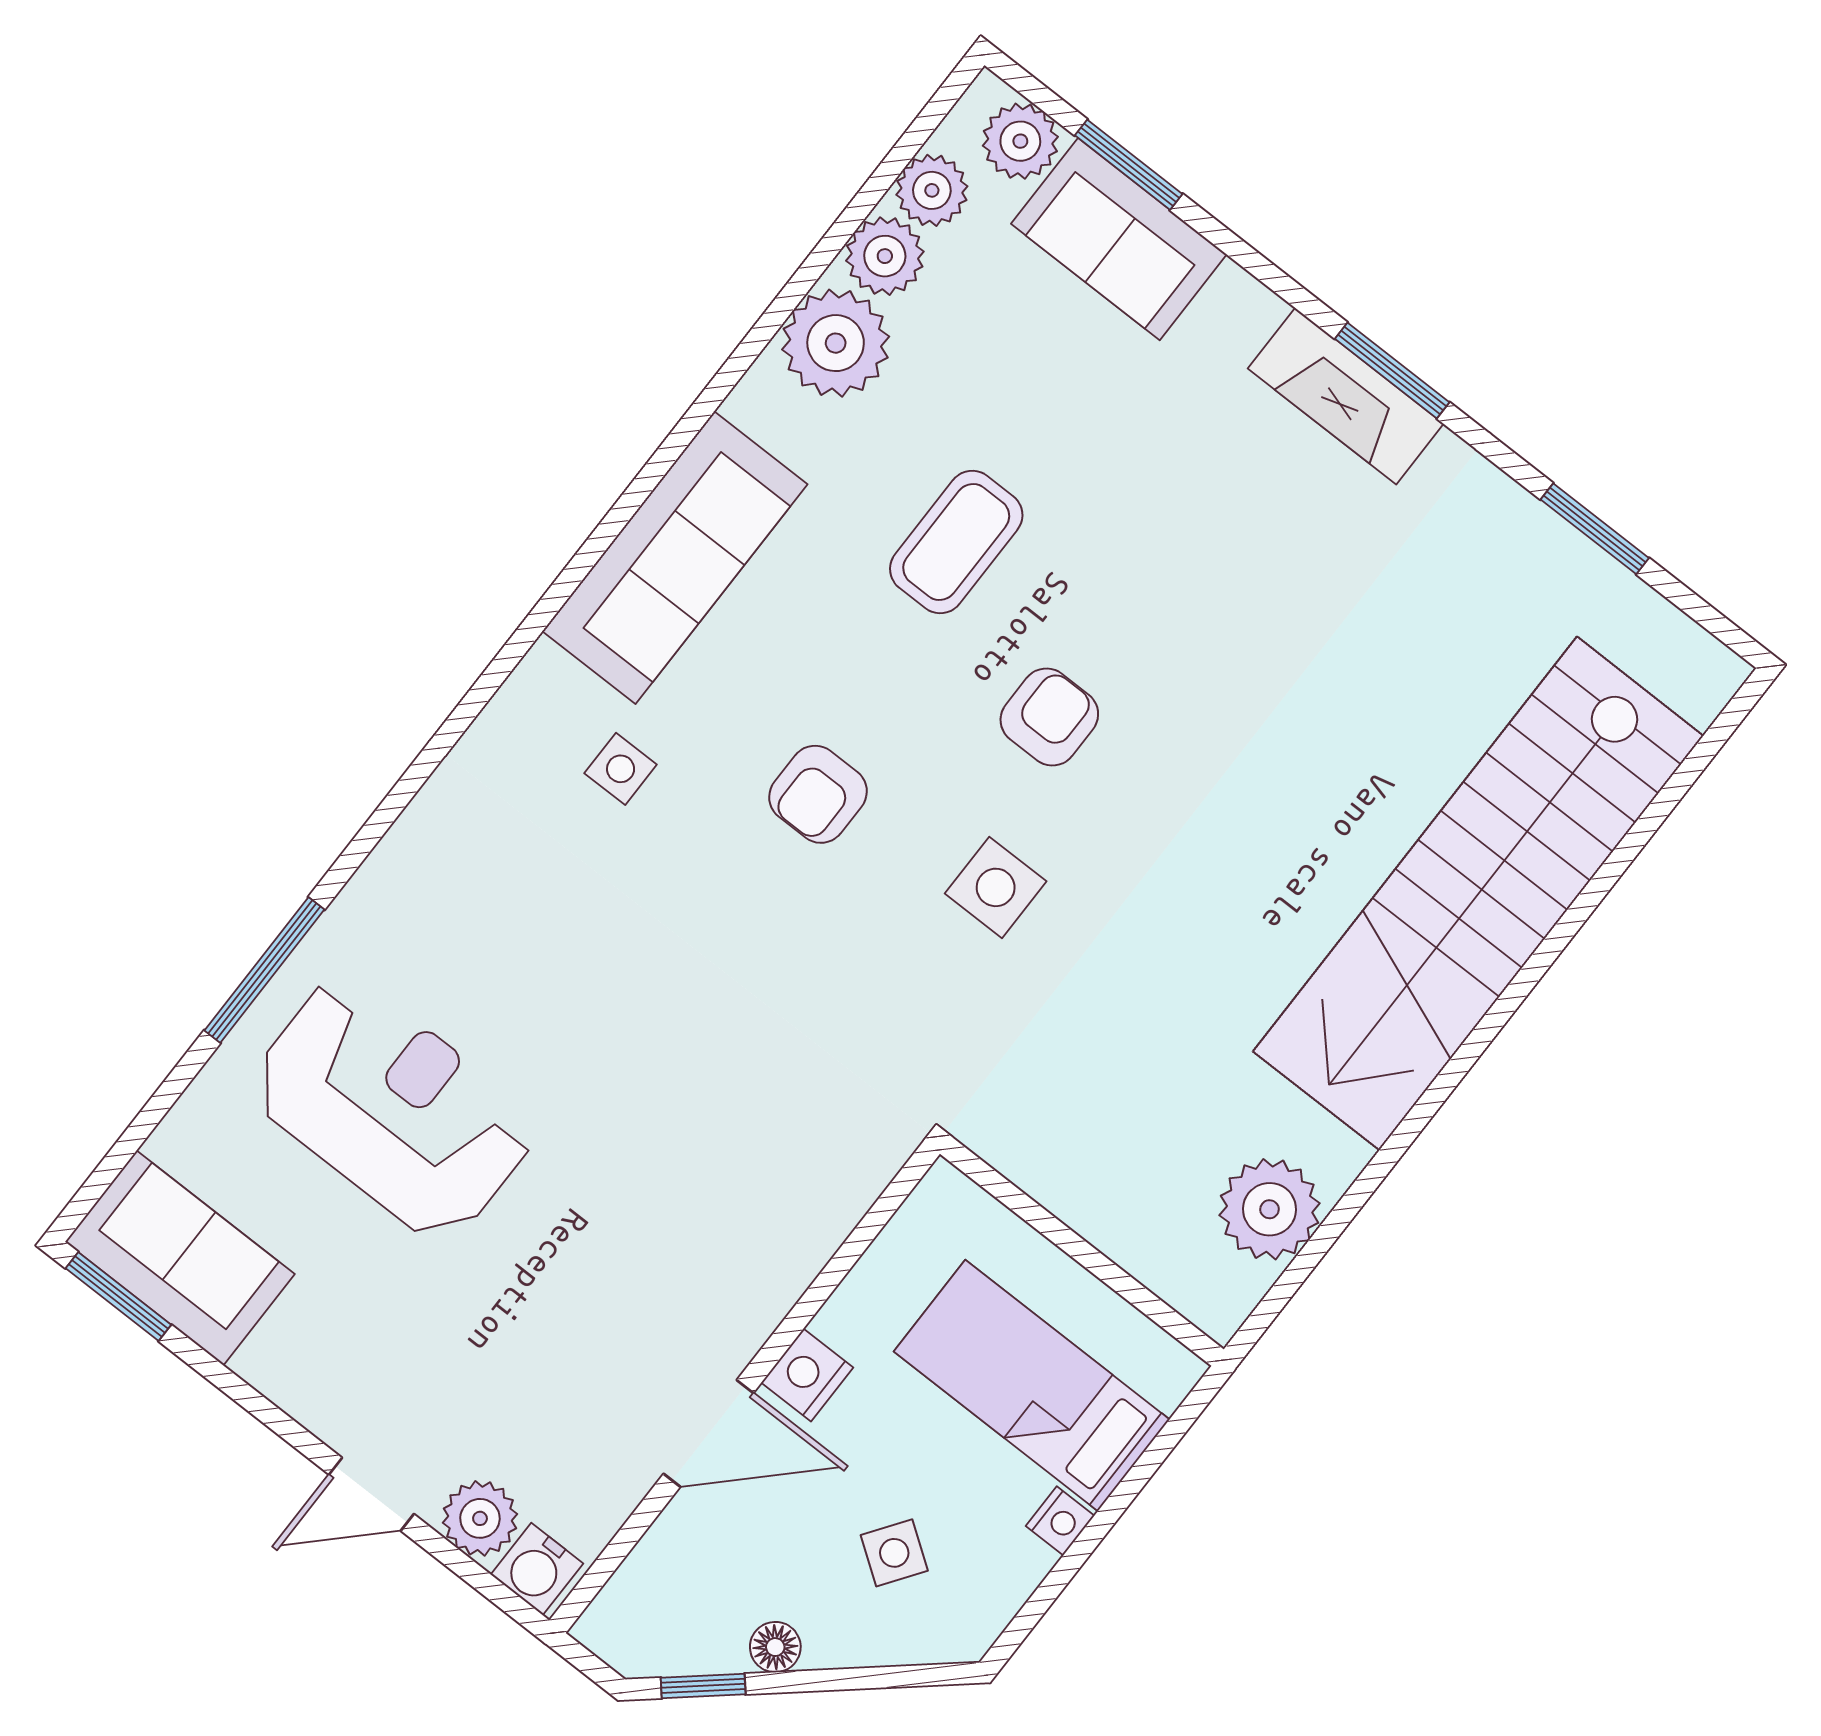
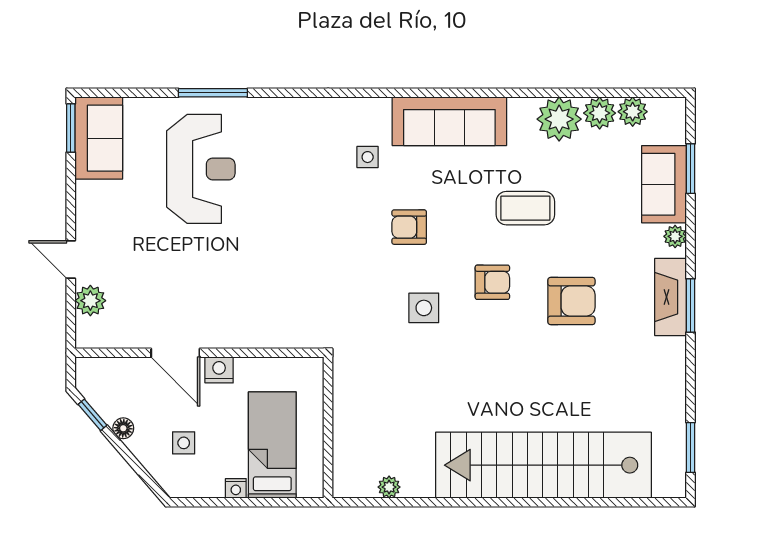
plant: (1020, 141) -> (675, 236), moved, width x0.73, depth x0.73
window: (1595, 529) -> (691, 448), moved
armchair: (1204, 593) -> (571, 301), added
plant: (1270, 1209) -> (389, 487), width x0.53, depth x0.53
side table: (894, 1553) -> (184, 443), turned -35
water cooler: (537, 1569) -> (88, 332), removed

